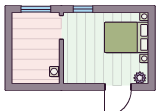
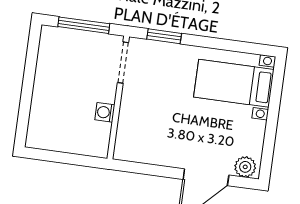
bed with nightstands: (127, 37) -> (234, 83), width x0.73
washing machine: (55, 72) -> (105, 112), moved

